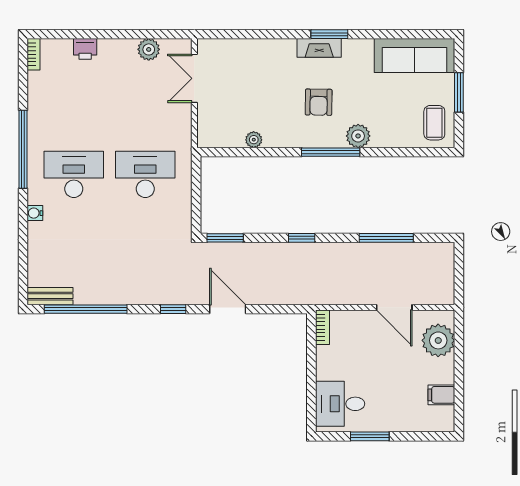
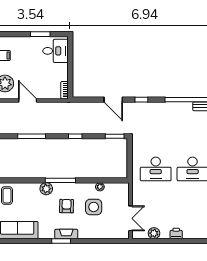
printer: (85, 49) -> (176, 233), moved
side table: (266, 100) -> (94, 207), added

